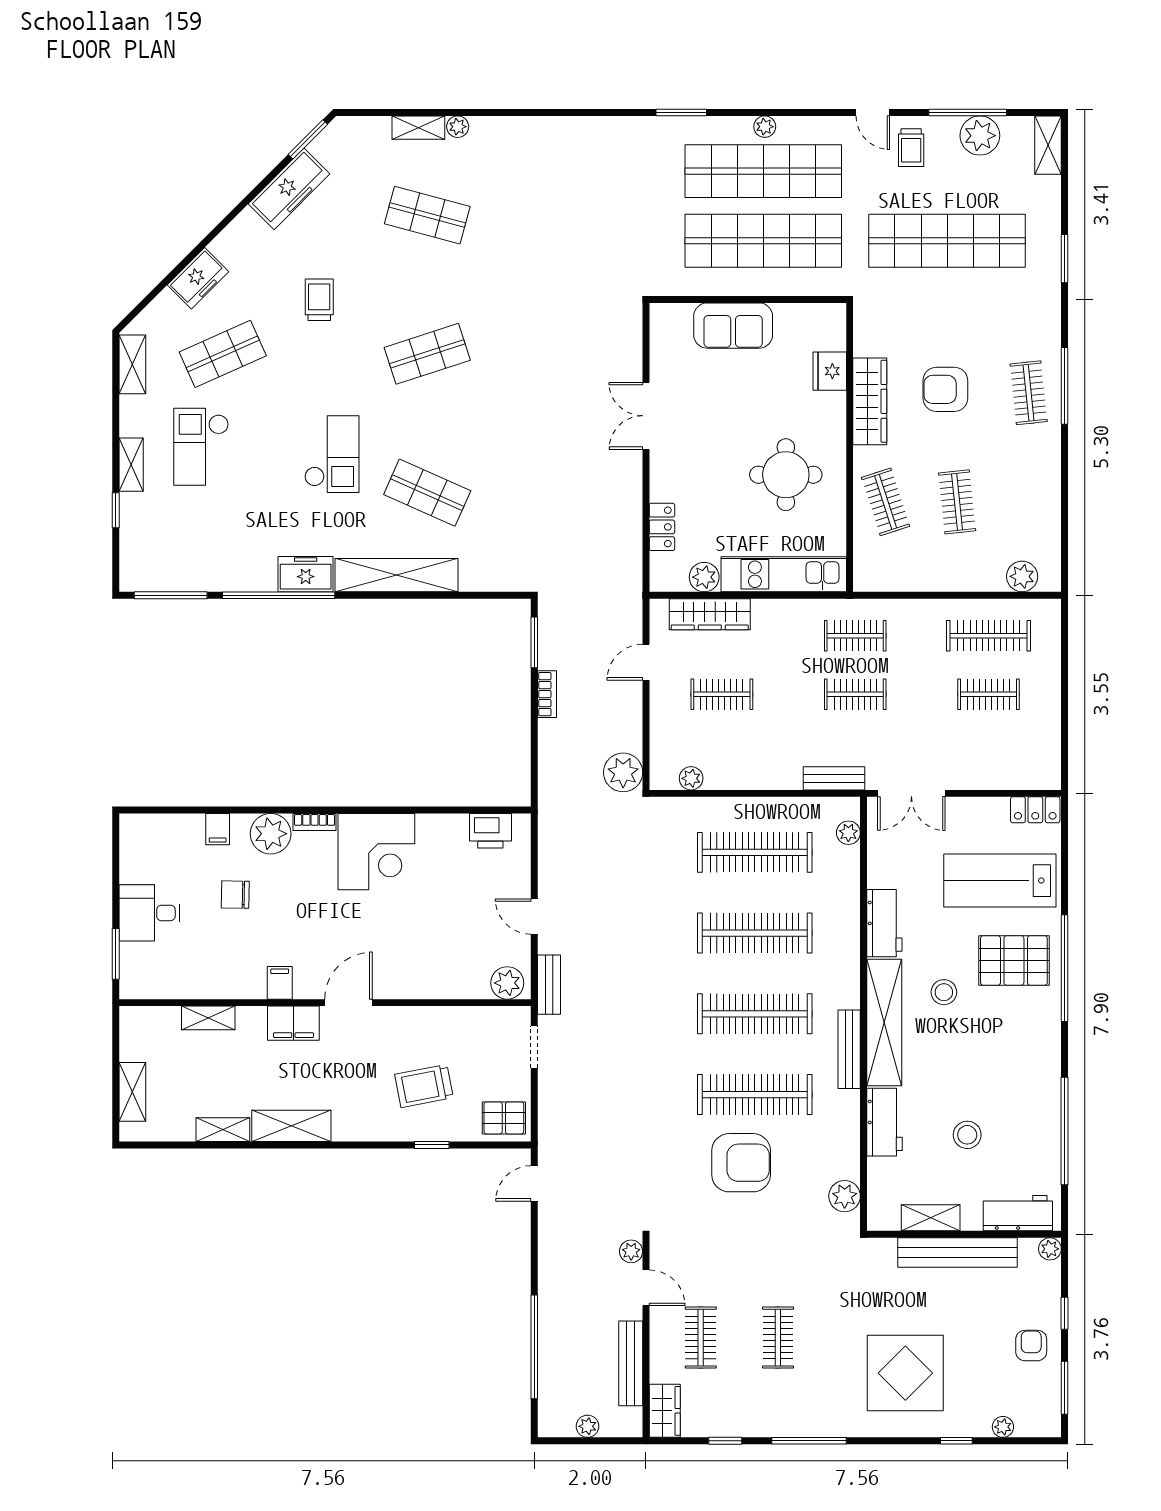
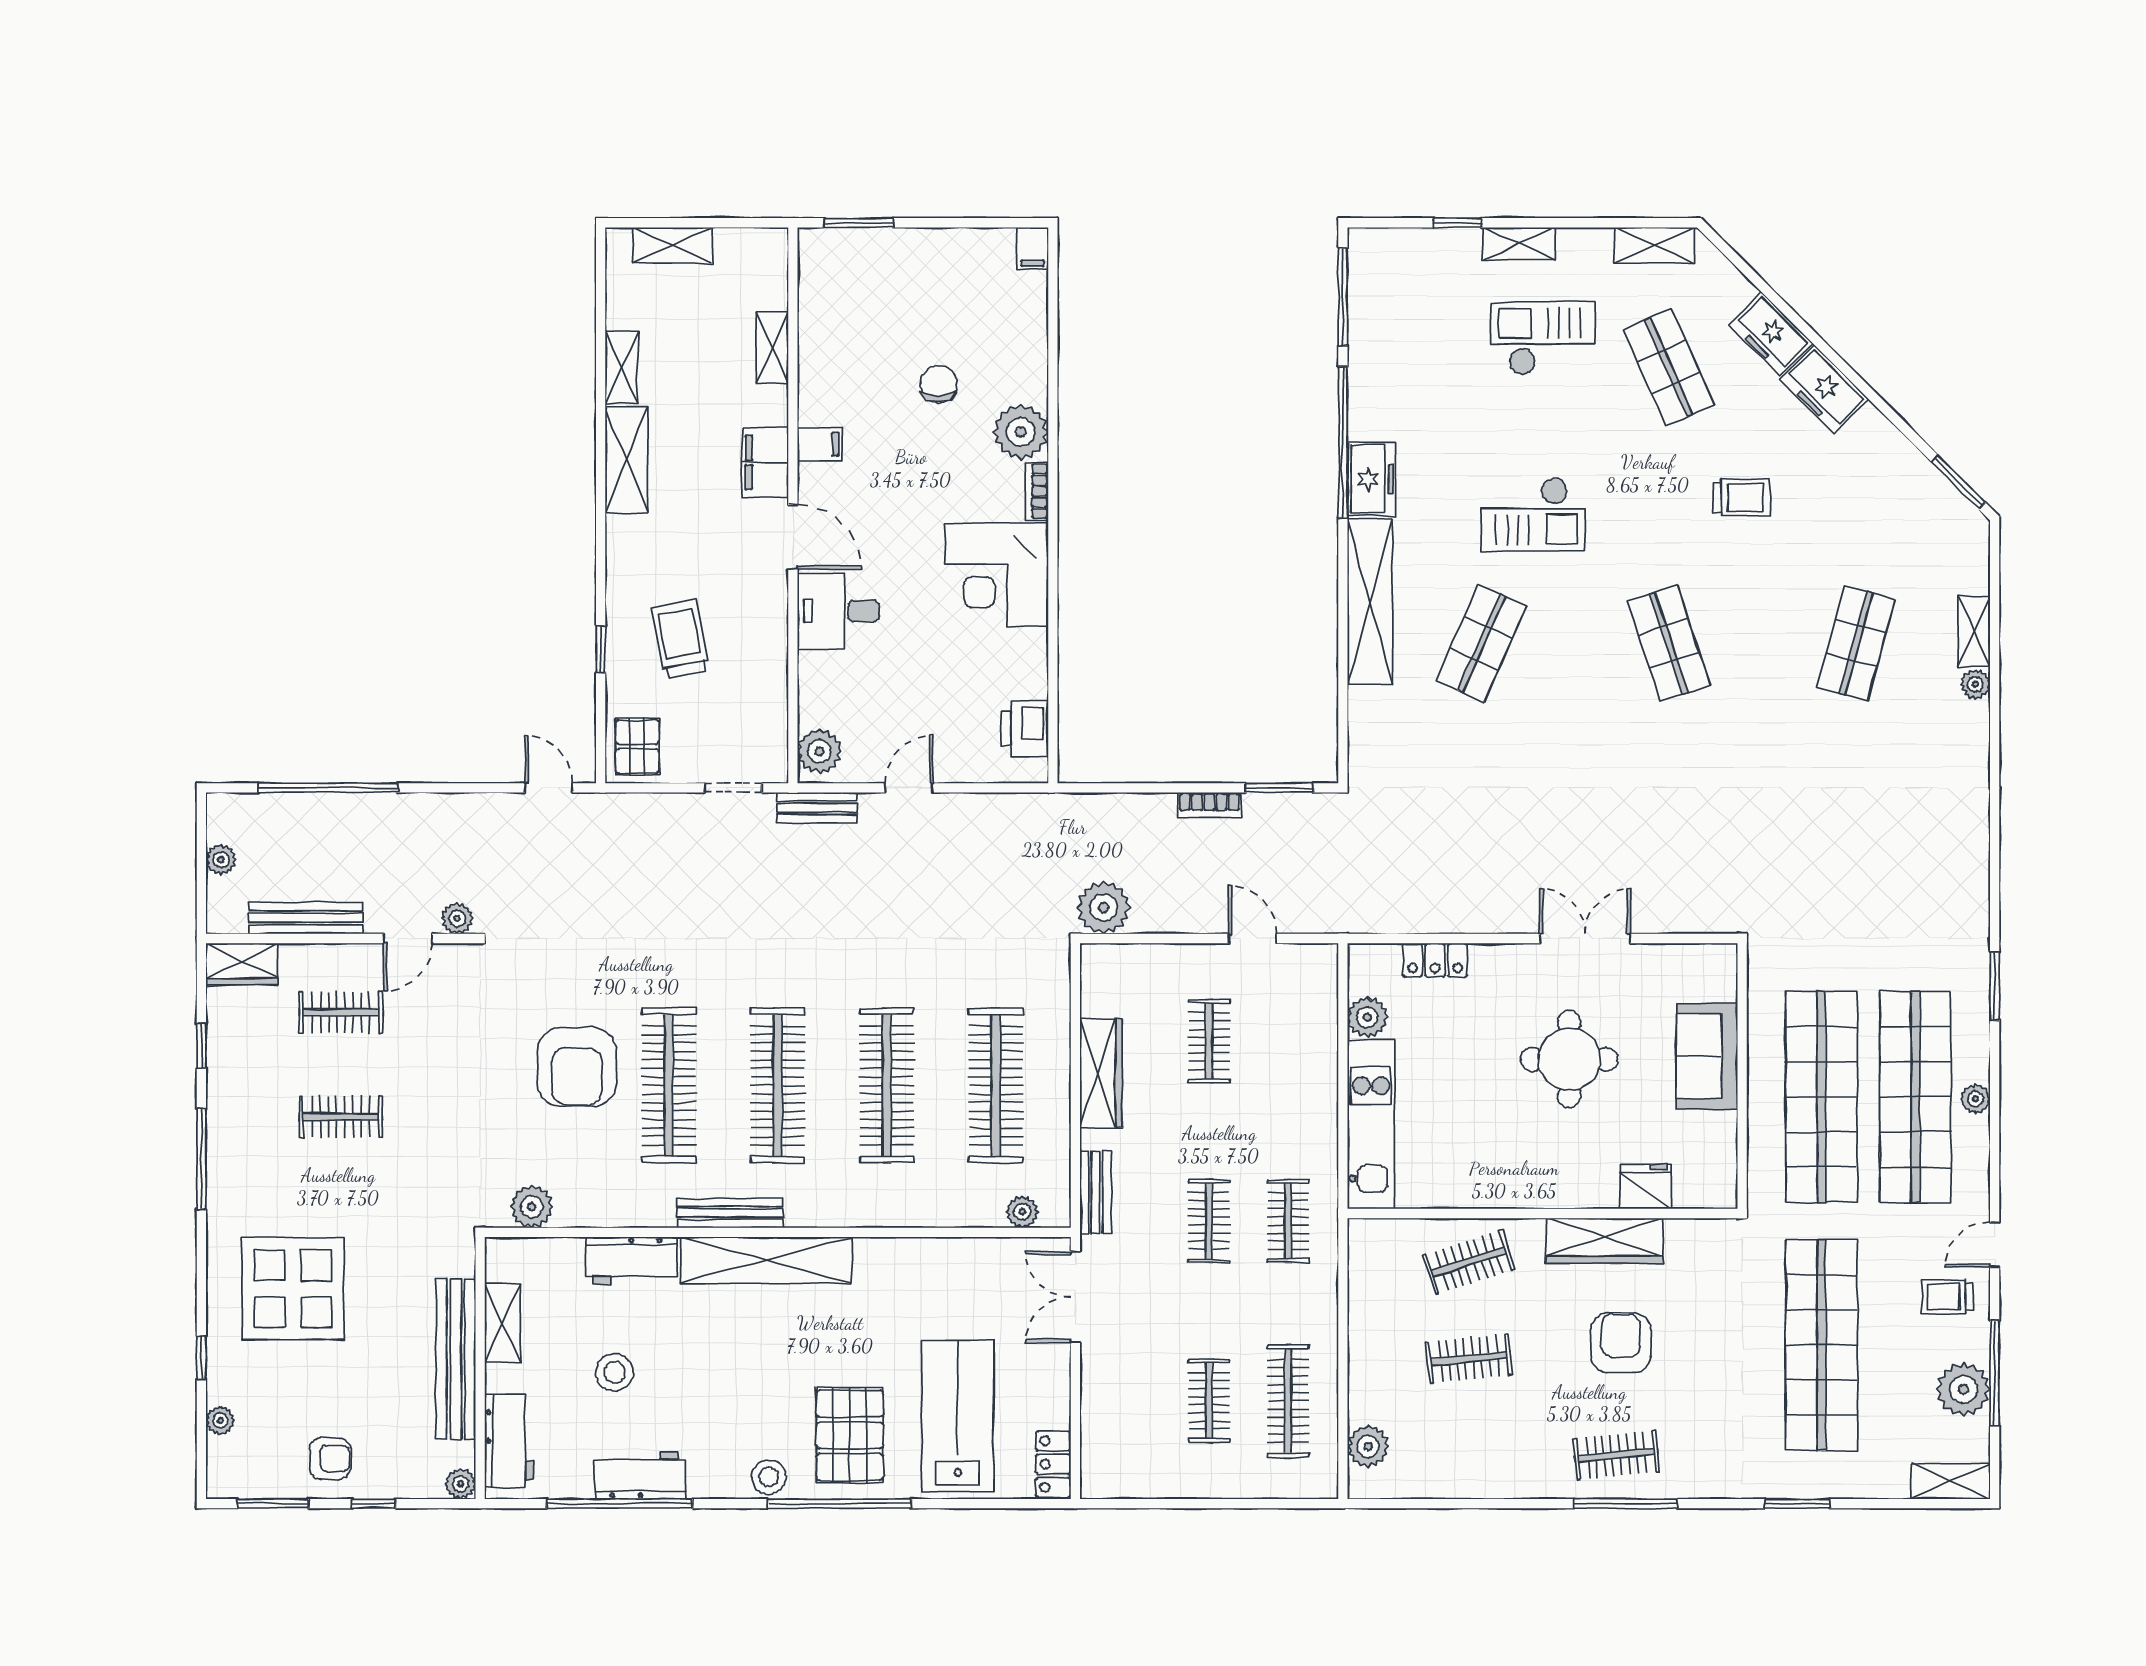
freezer: (289, 189) -> (1824, 389), moved, width x0.71
round table: (786, 475) -> (1569, 1059), moved
wardrobe: (710, 614) -> (1101, 1073), moved, turned 180
plant: (691, 778) -> (1096, 999), removed
filing cabinet: (218, 829) -> (1032, 248), moved, turned -90
desk: (149, 913) -> (838, 611), moved, turned -90
workbench: (884, 923) -> (640, 1475), moved, turned 180
stool: (944, 992) -> (769, 1477), moved

